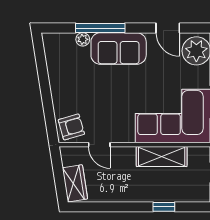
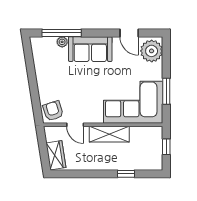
window: (100, 28) -> (62, 33), moved
armchair: (71, 127) -> (53, 111), turned -92
shelving: (162, 157) -> (109, 134), moved

